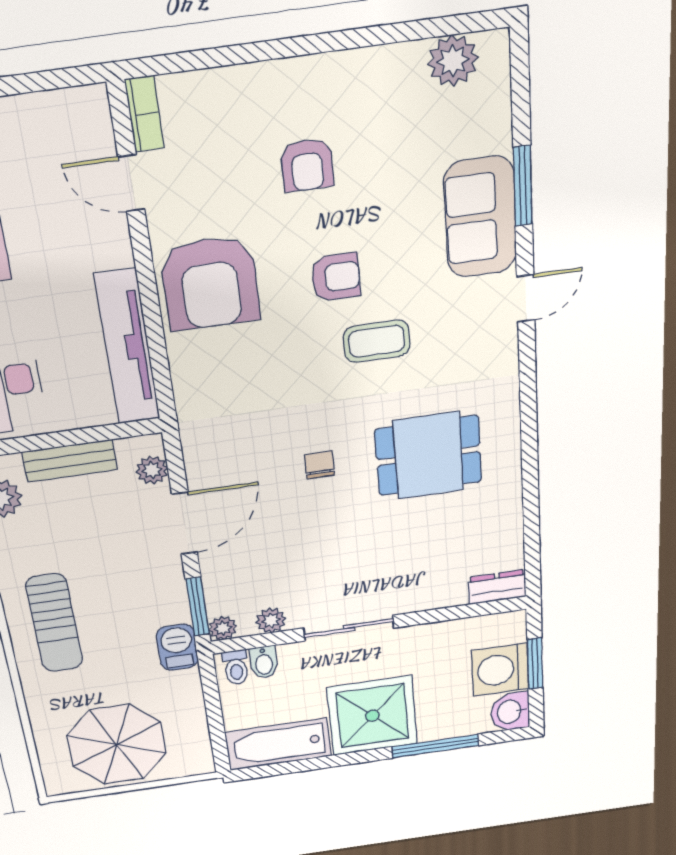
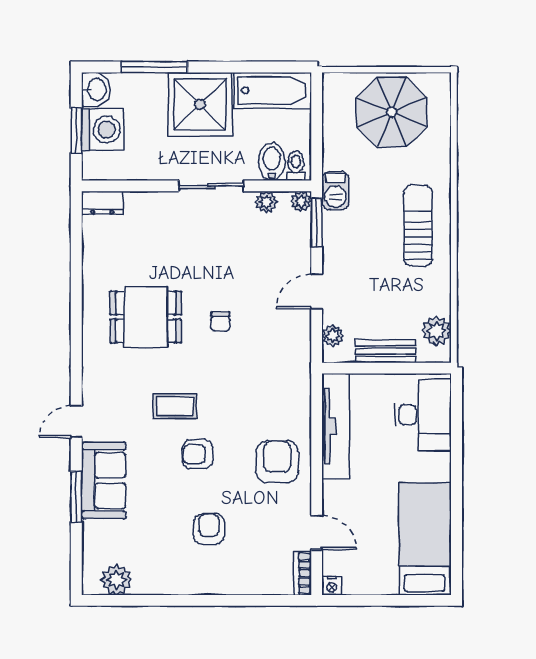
nightstand: (92, 100) -> (332, 586), added
armchair: (210, 283) -> (277, 462), width x0.73, depth x0.73
door: (185, 523) -> (317, 291), width x0.73
bidet: (264, 662) -> (272, 162), width x1.38, depth x1.36

